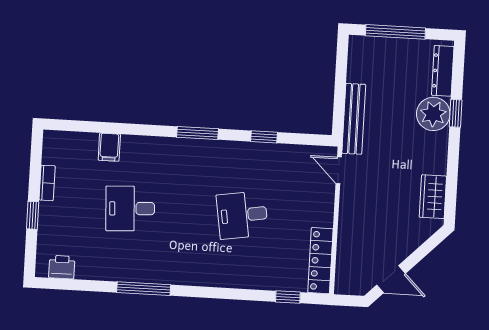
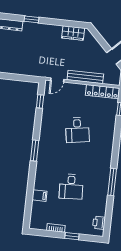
plant: (433, 114) -> (31, 31), removed
bench: (354, 119) -> (85, 77), moved
window: (264, 137) -> (40, 101), moved

